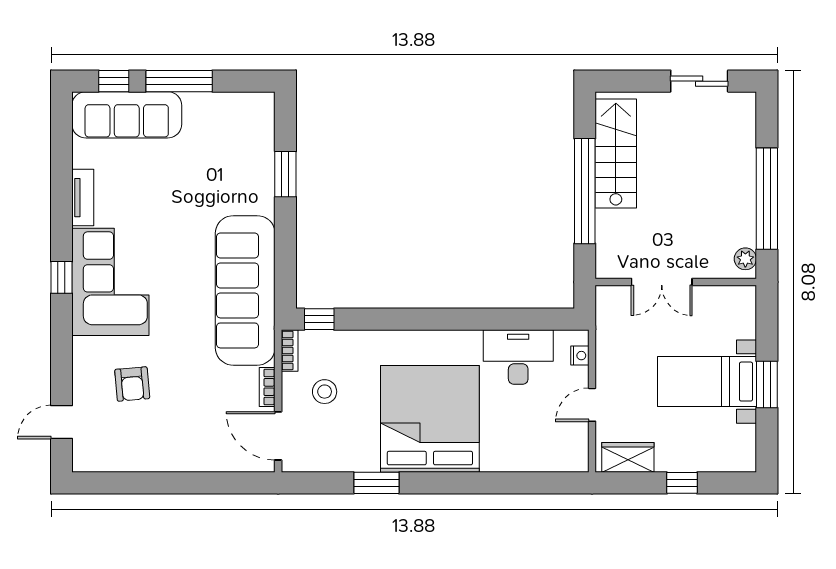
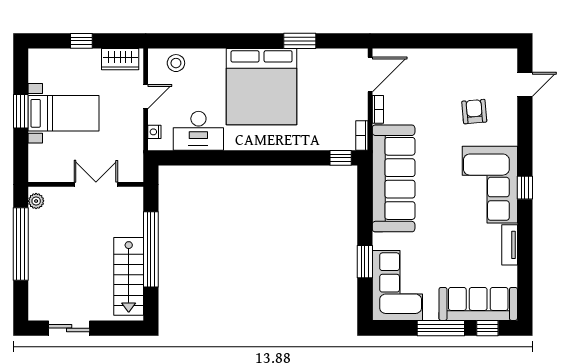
corner sofa: (240, 141) -> (397, 285), added
stool: (325, 392) -> (176, 63), moved
door: (278, 436) -> (370, 74), hinge flipped

